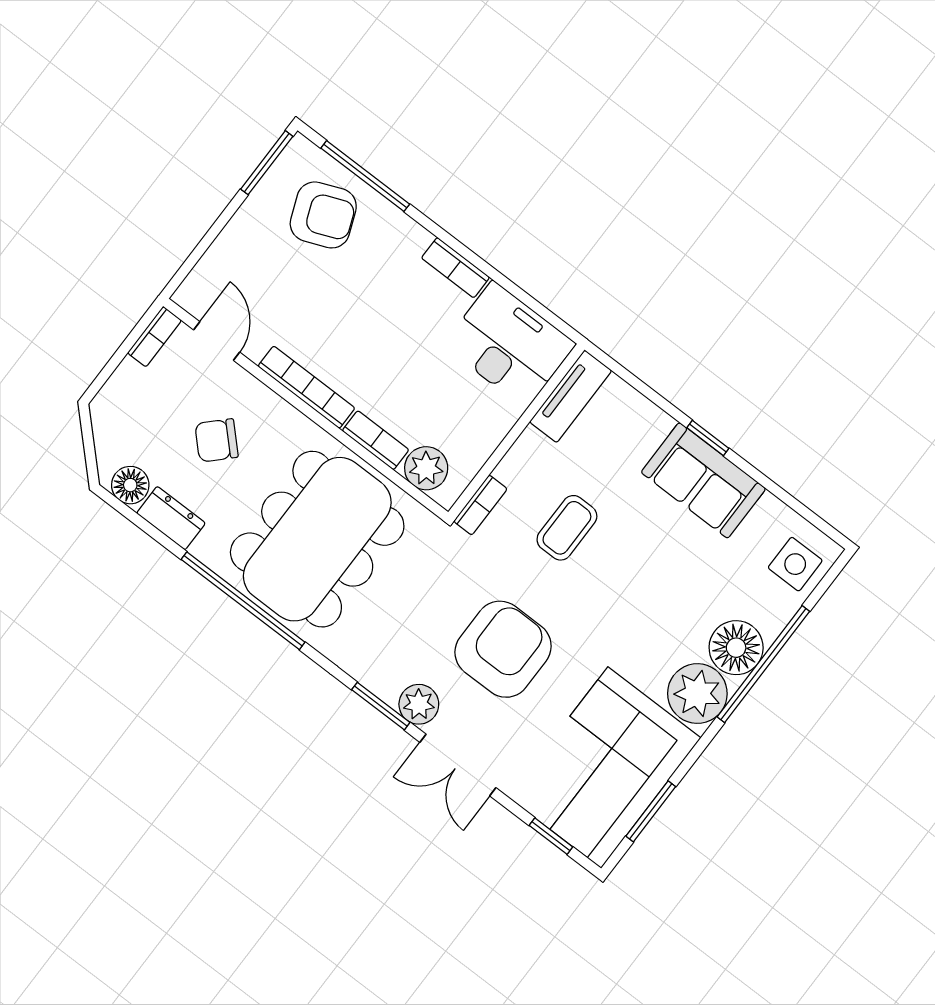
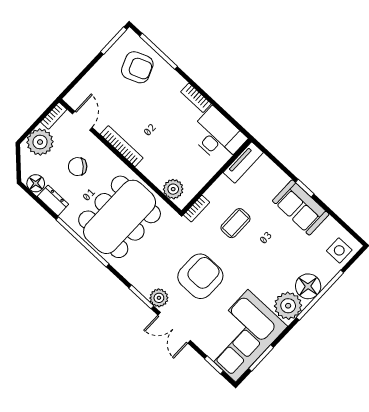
plant: (131, 396) -> (40, 142), added
bookcase: (376, 440) -> (151, 174), removed

